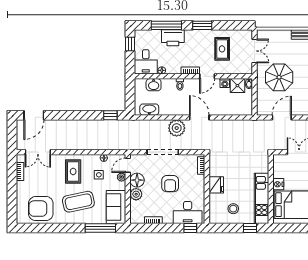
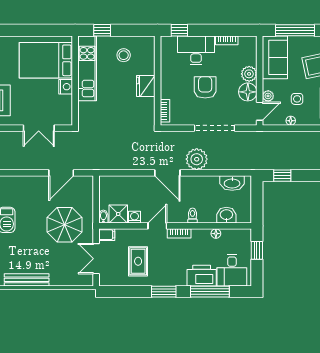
window: (130, 44) -> (257, 250), moved
desk: (146, 62) -> (232, 270), moved, turned 180
filing cabinet: (246, 70) -> (107, 235), added
desk: (188, 212) -> (196, 50), moved

